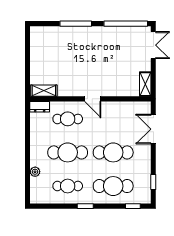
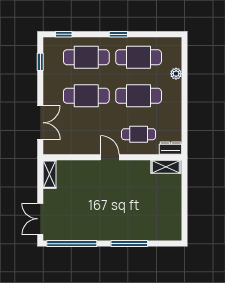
cafe table: (68, 186) -> (139, 57), width x1.37, depth x1.35

